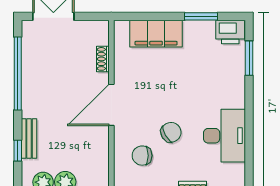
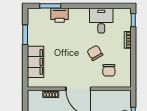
printer: (230, 32) -> (60, 15), moved, turned 90
desk: (225, 136) -> (101, 21), width x0.73

